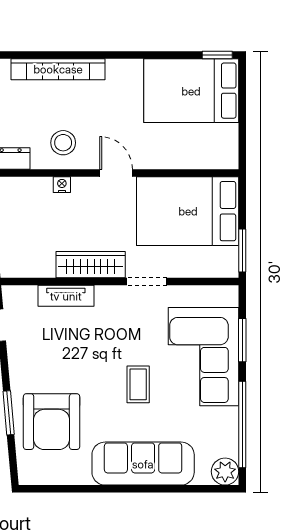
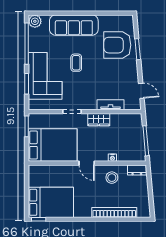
wardrobe: (91, 265) -> (99, 120), width x0.67
armchair: (52, 422) -> (117, 45), turned -90

